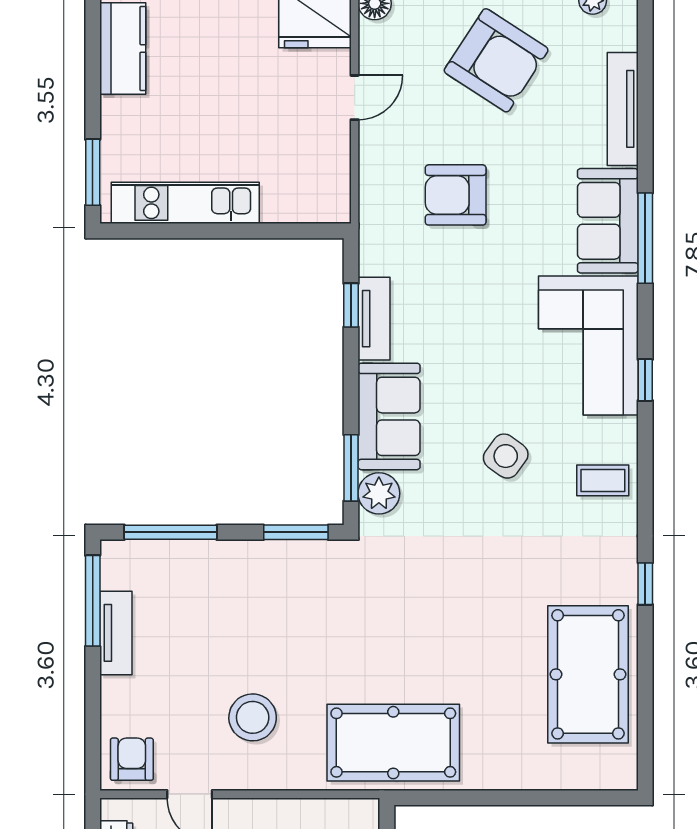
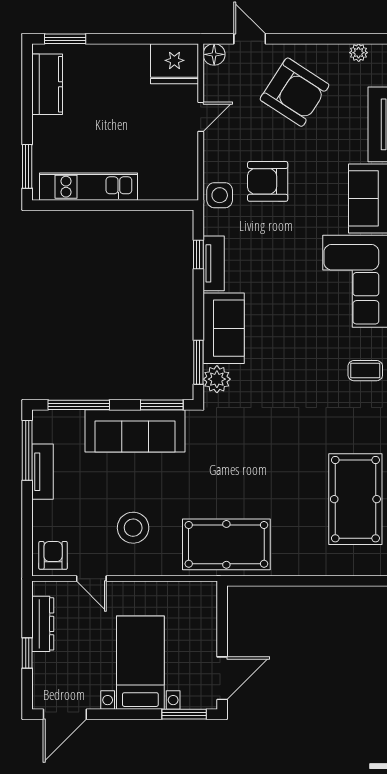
side table: (506, 456) -> (220, 195), moved, turned -36
sofa: (255, 572) -> (135, 431), added

